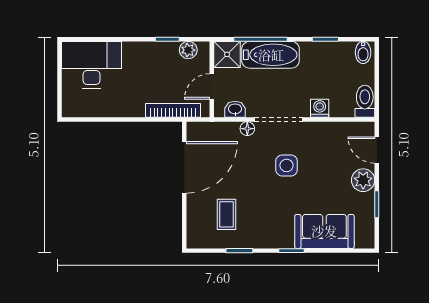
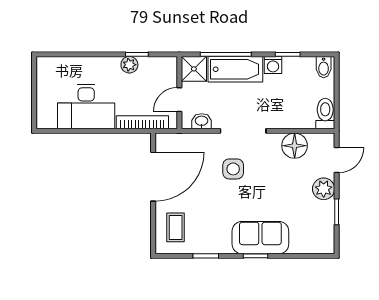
plant: (188, 50) -> (129, 65), moved
desk: (92, 65) -> (86, 107), moved, turned 180
washing machine: (320, 108) -> (273, 65), moved, turned 180
floor lamp: (247, 129) -> (295, 146), moved, width x1.89, depth x1.89
door: (377, 150) -> (337, 160), swing flipped
side table: (287, 165) -> (233, 169), moved
coffee table: (227, 214) -> (176, 227), moved
sofa: (324, 231) -> (260, 238), moved

